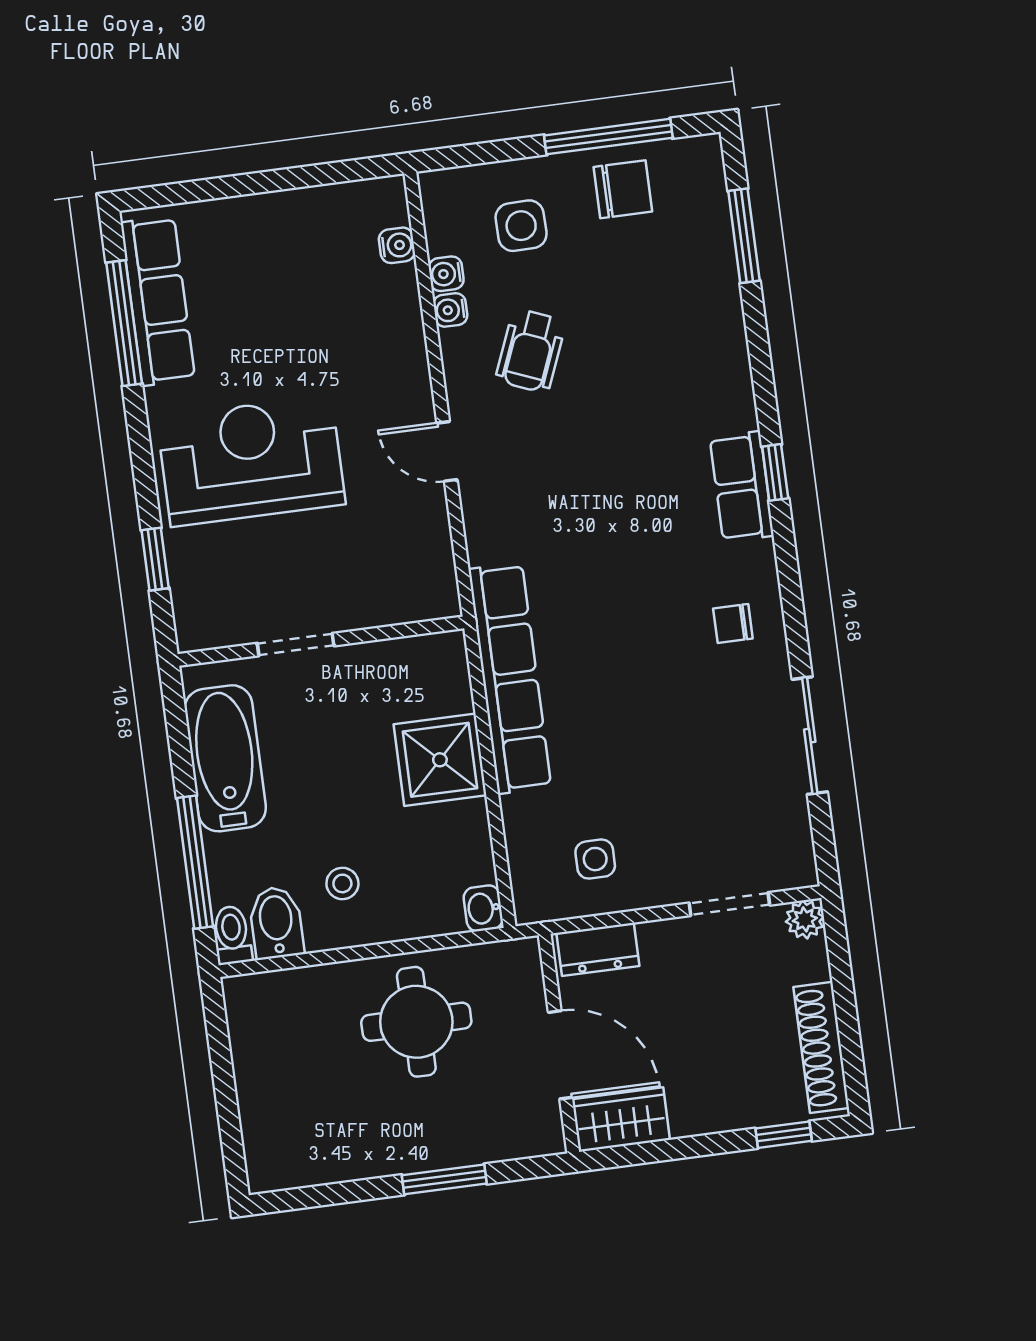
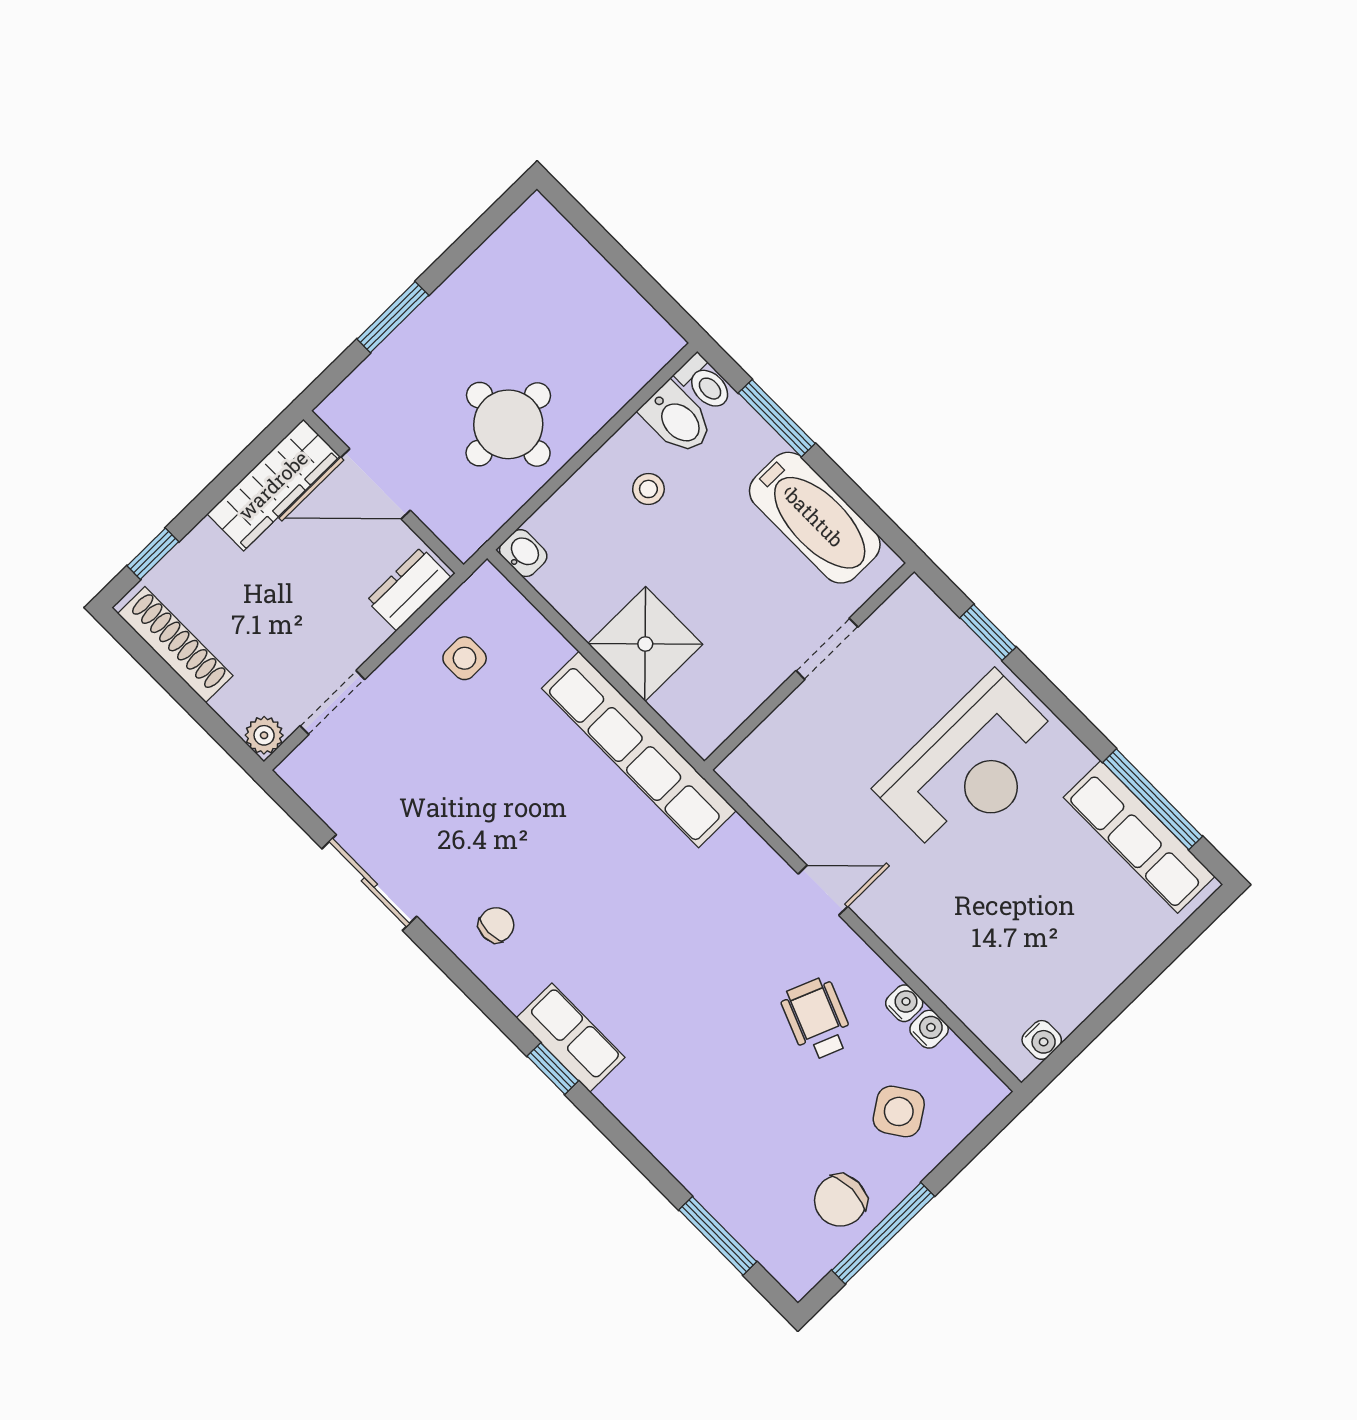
side table: (521, 226) -> (899, 1111), turned -33
water cooler: (397, 245) -> (1042, 1040), moved, turned -90
window: (195, 862) -> (777, 418), width x0.69
wardrobe: (621, 1120) -> (273, 485), width x1.50

